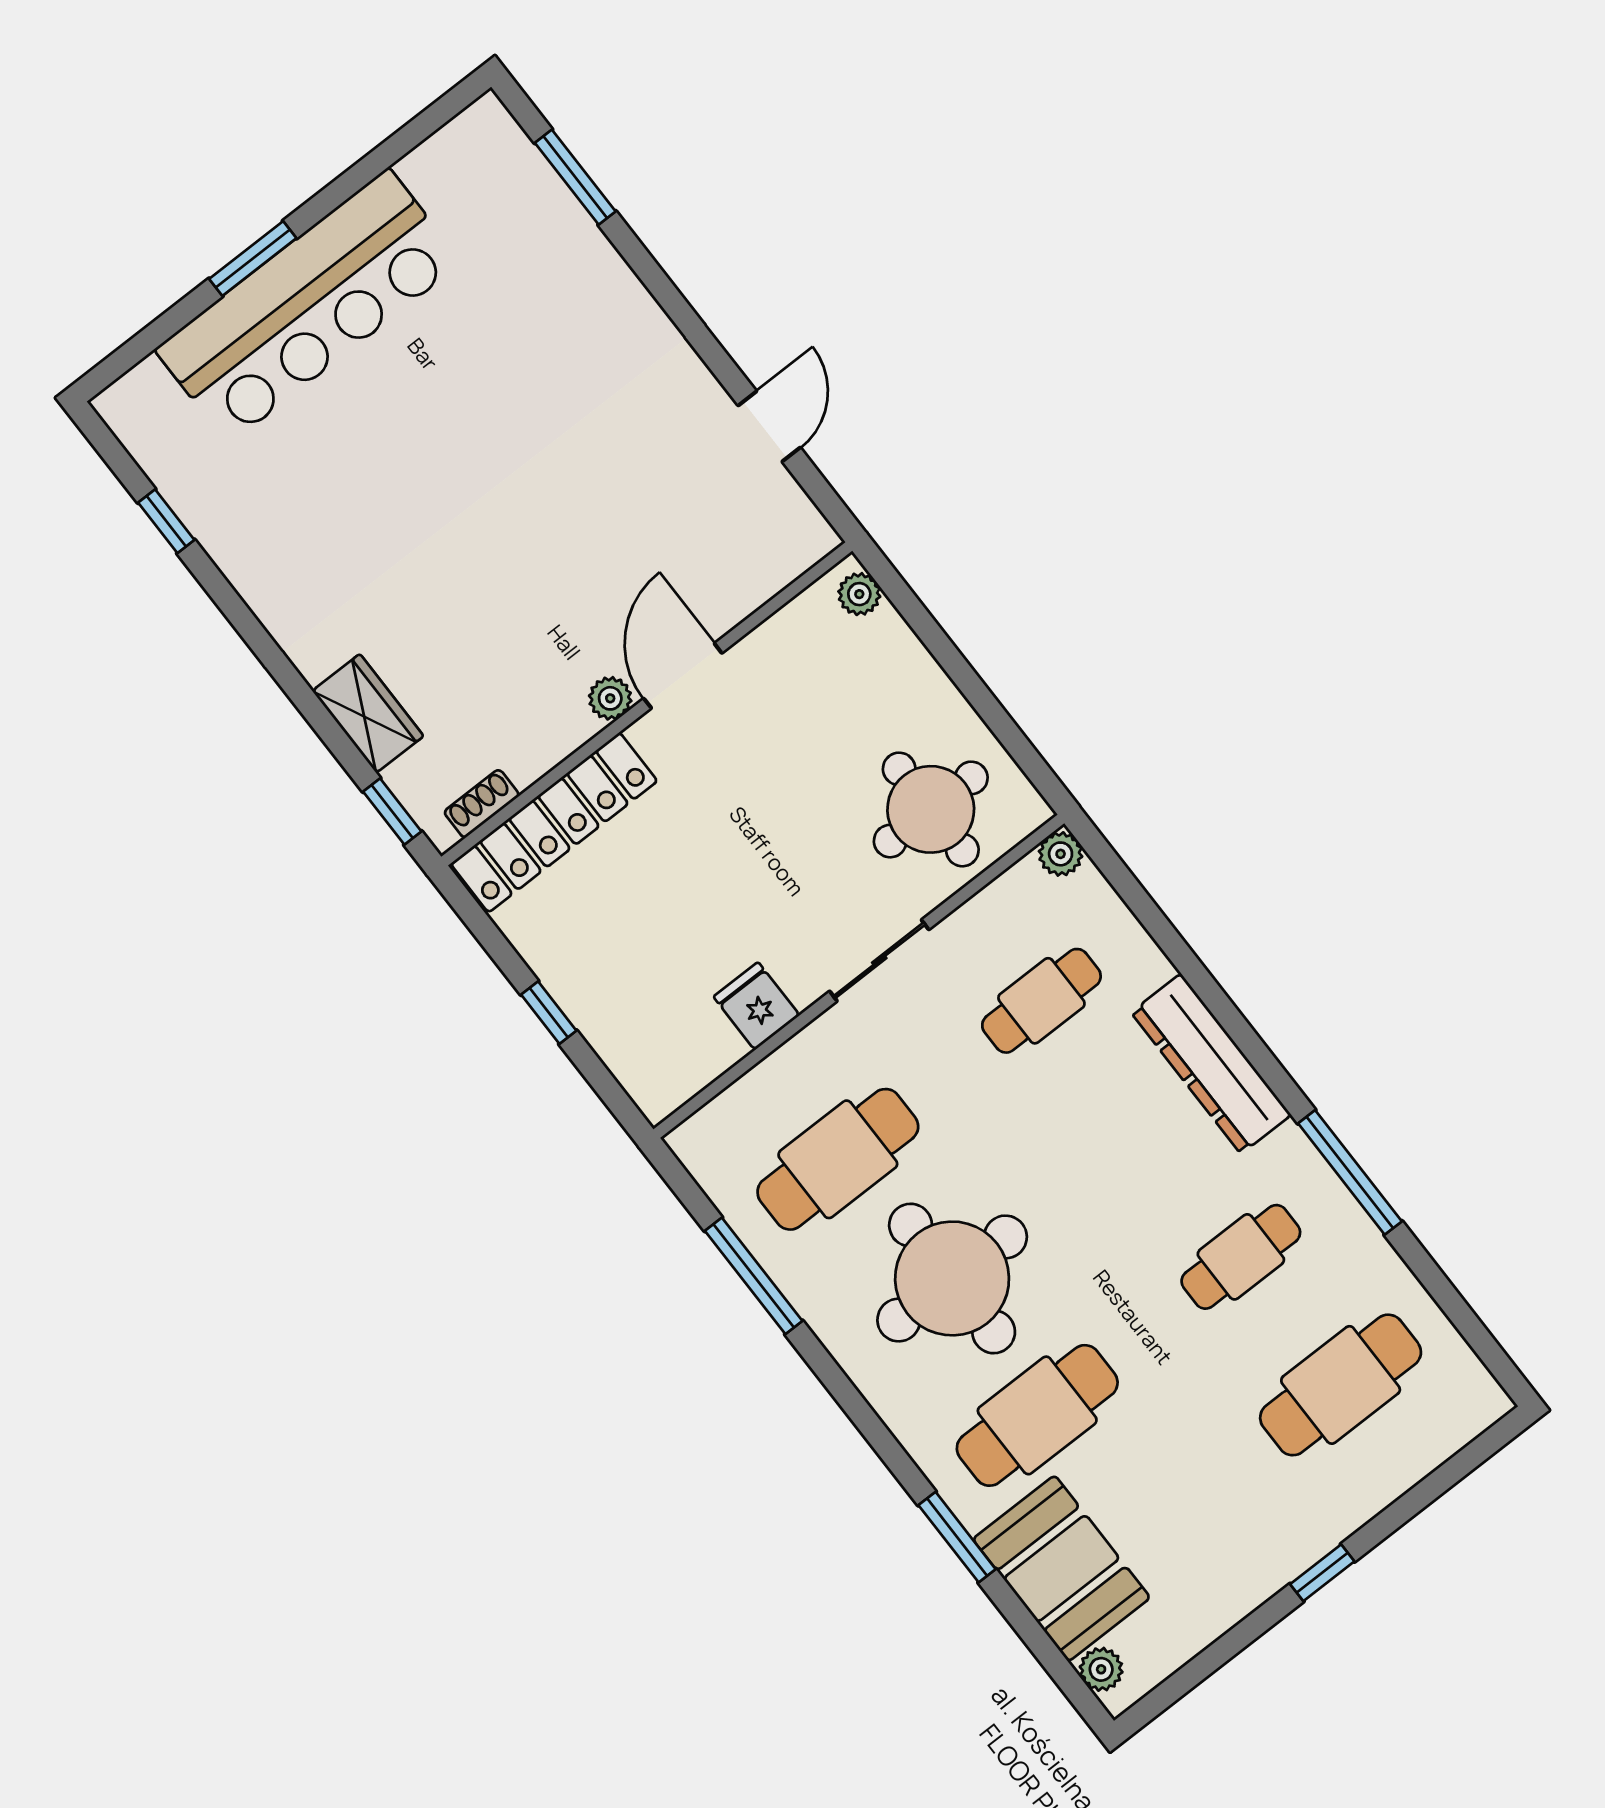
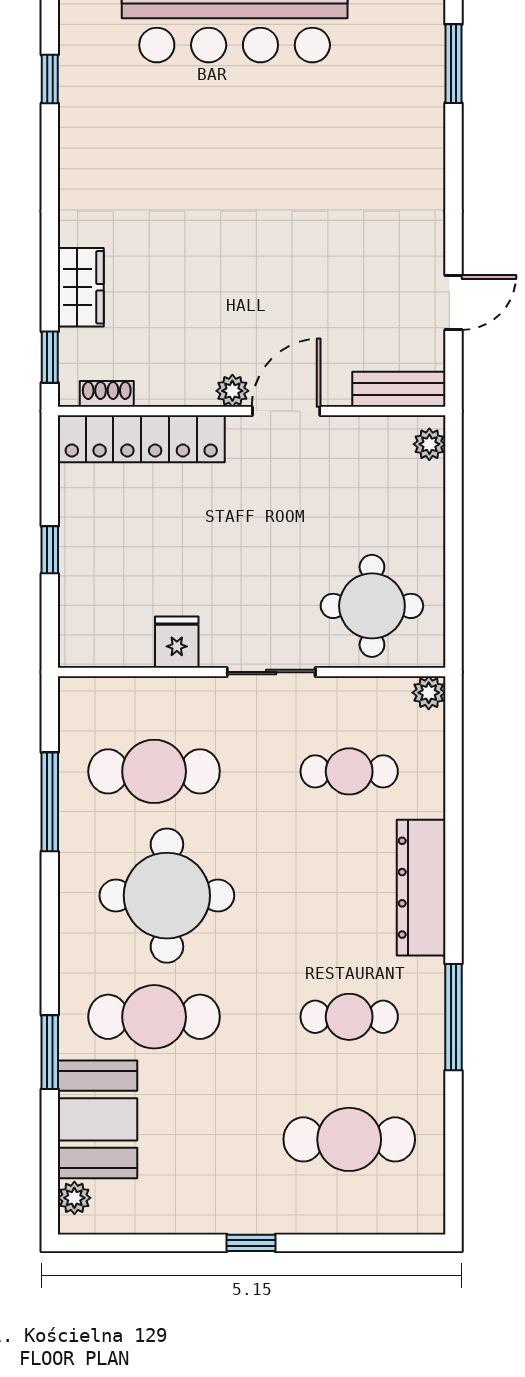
bench: (783, 561) -> (399, 389), added

